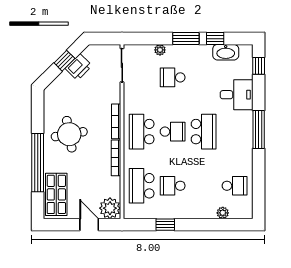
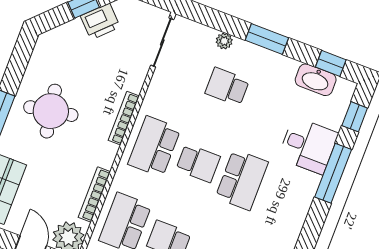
window: (215, 39) -> (331, 63), moved
window: (259, 129) -> (333, 173), moved
bookcase: (116, 158) -> (94, 195), moved

